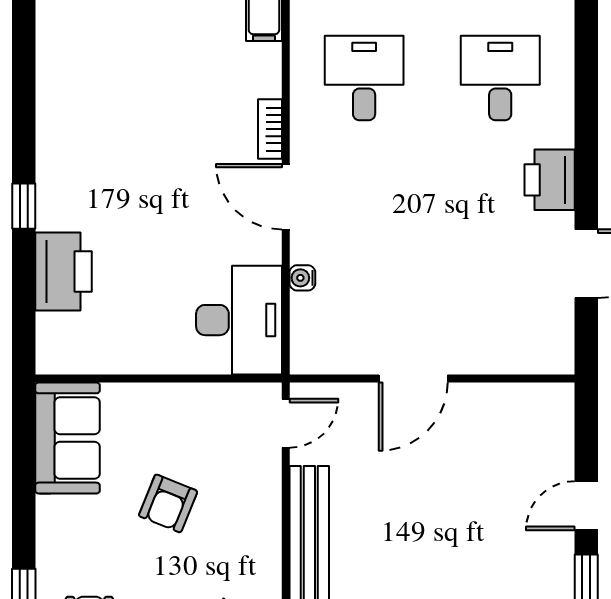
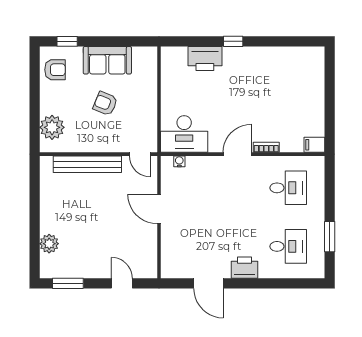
water cooler: (302, 278) -> (179, 161), moved
sofa: (68, 438) -> (107, 60), moved
door: (586, 506) -> (122, 283), moved

